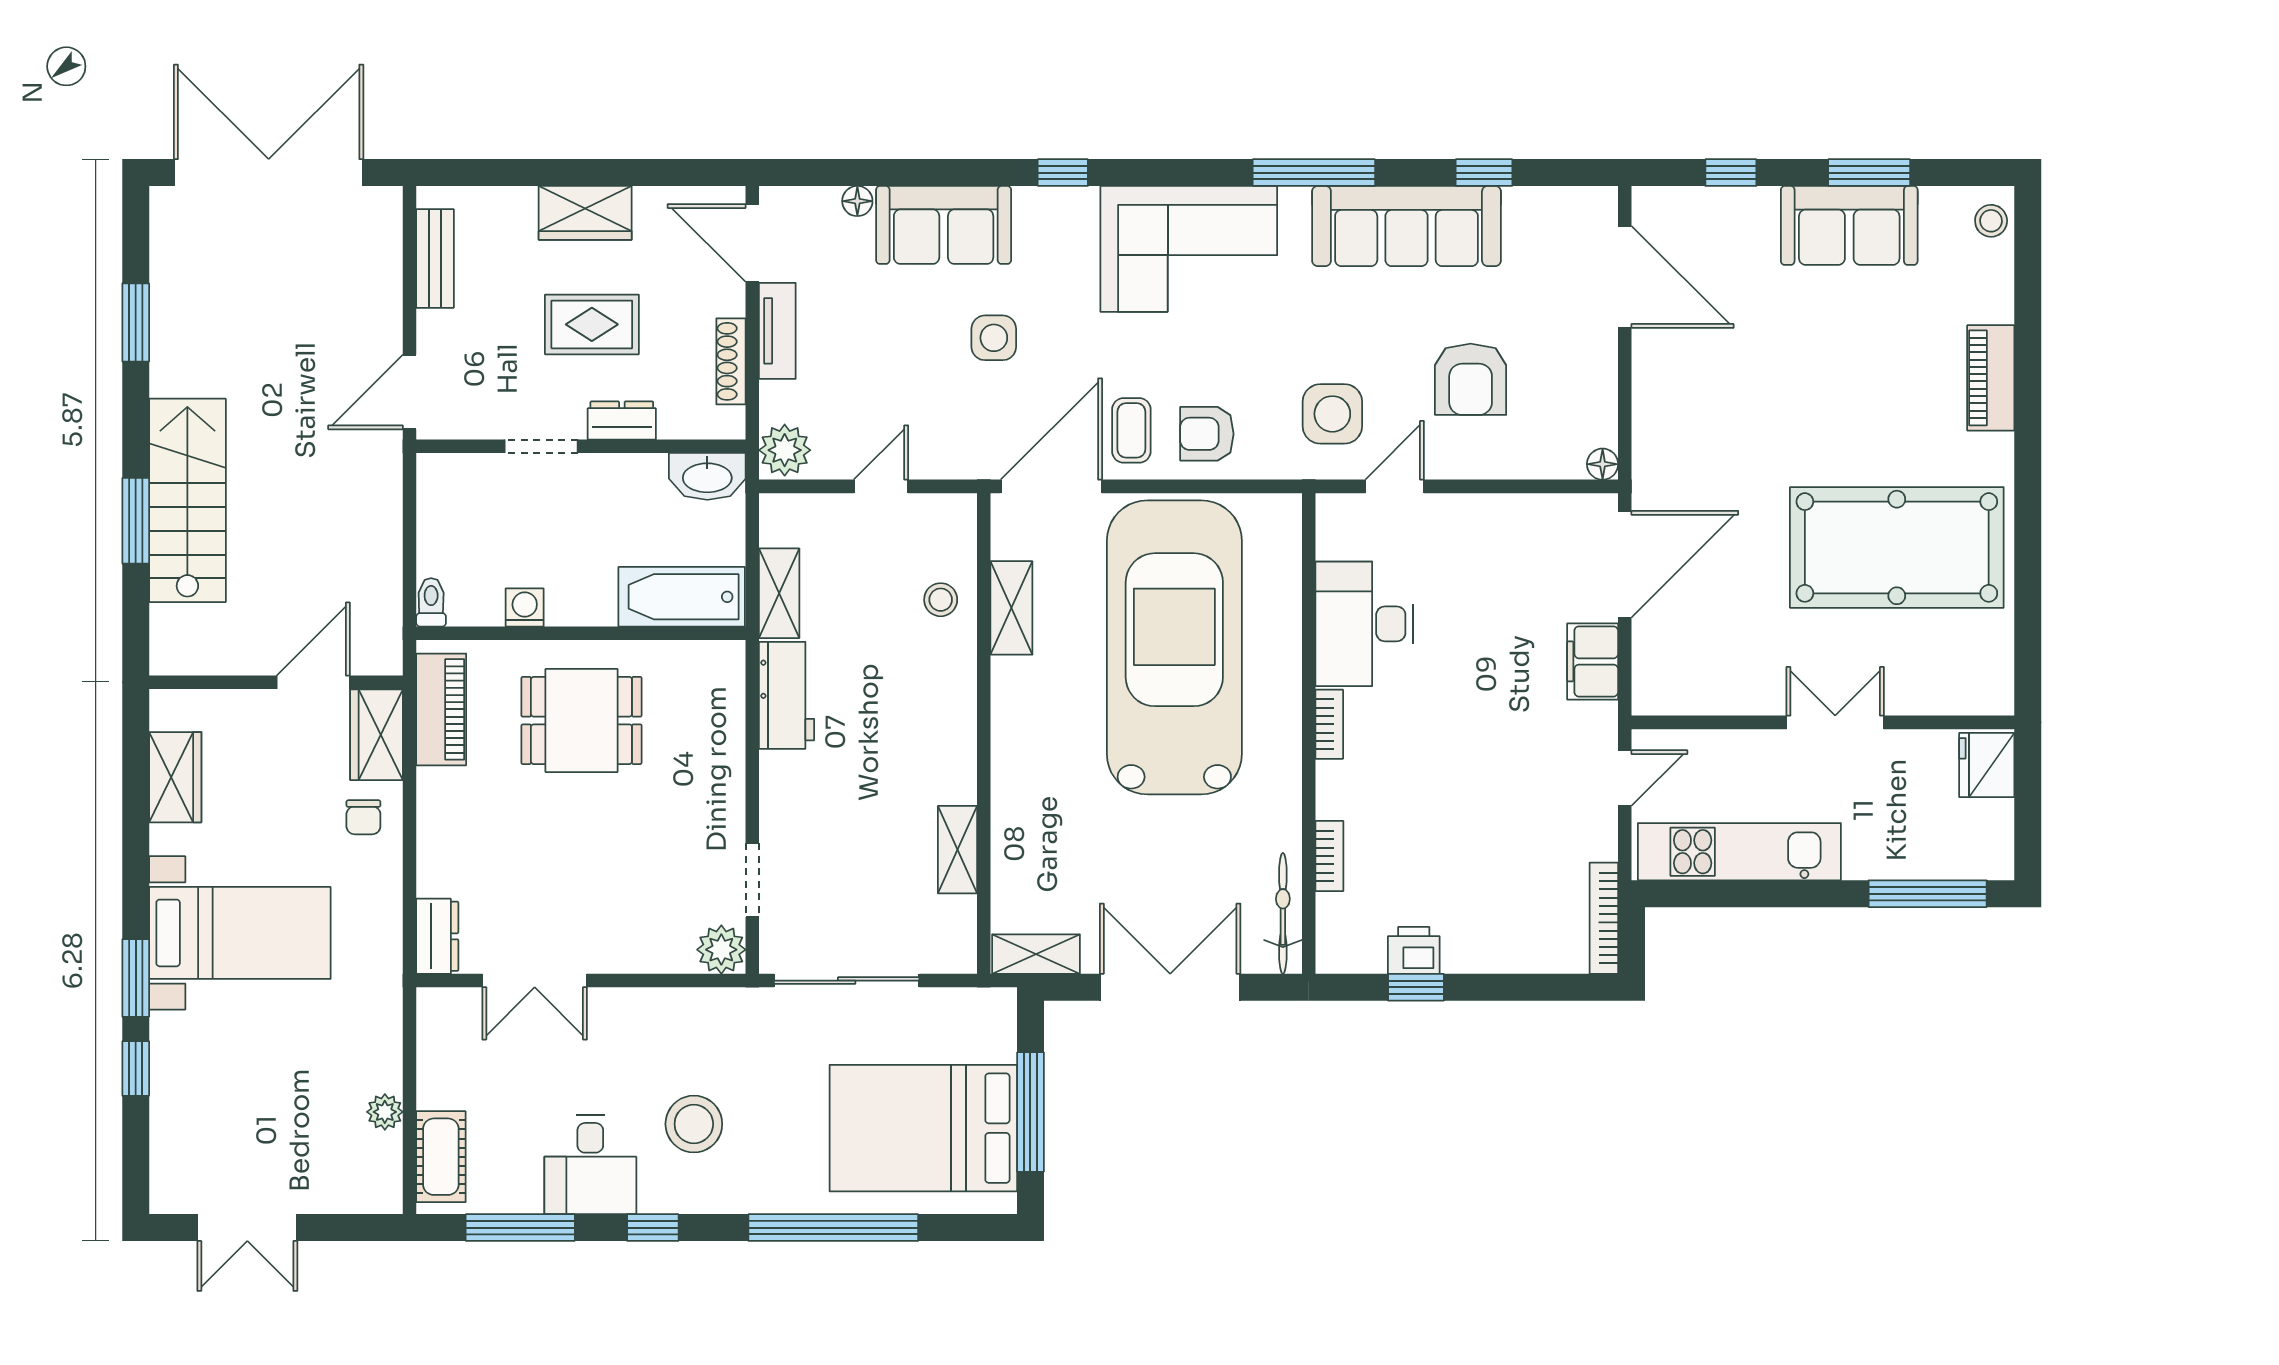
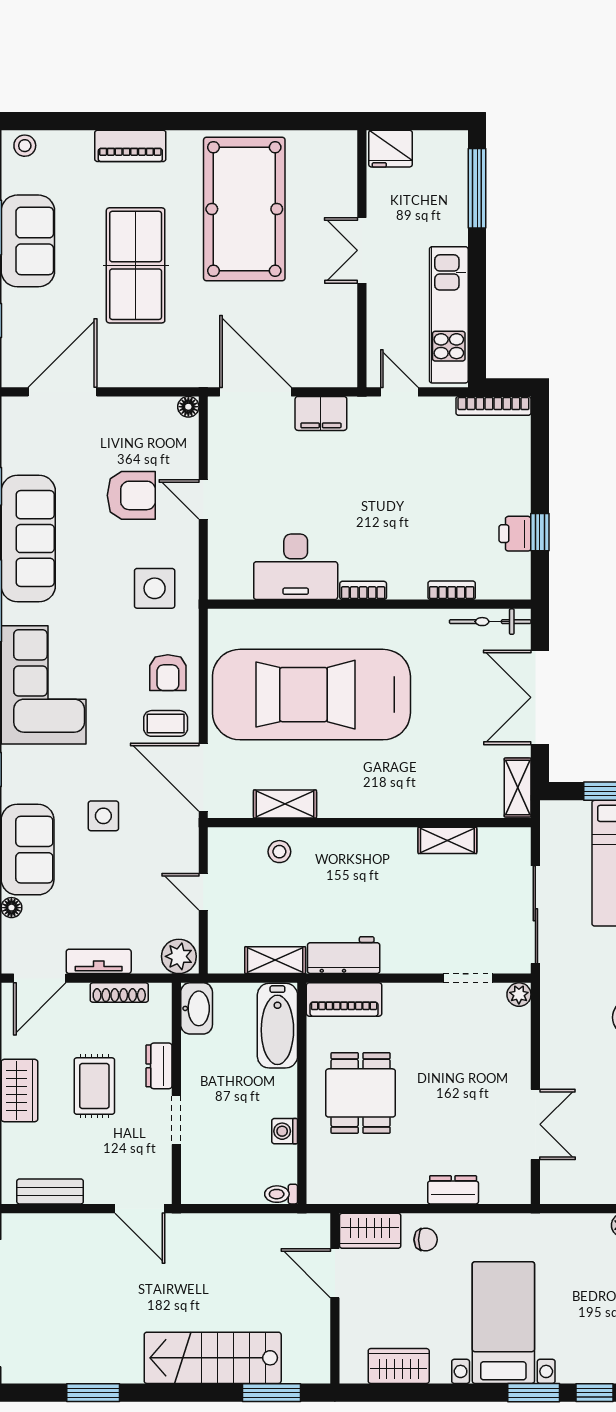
table tennis table: (1813, 386) -> (136, 265), added
door: (1395, 486) -> (203, 499), moved
window: (136, 521) -> (271, 1393), moved
piano: (441, 709) -> (344, 999), moved, turned 180
dresser: (437, 936) -> (453, 1190), moved
plant: (721, 950) -> (519, 995), width x0.73, depth x0.73

